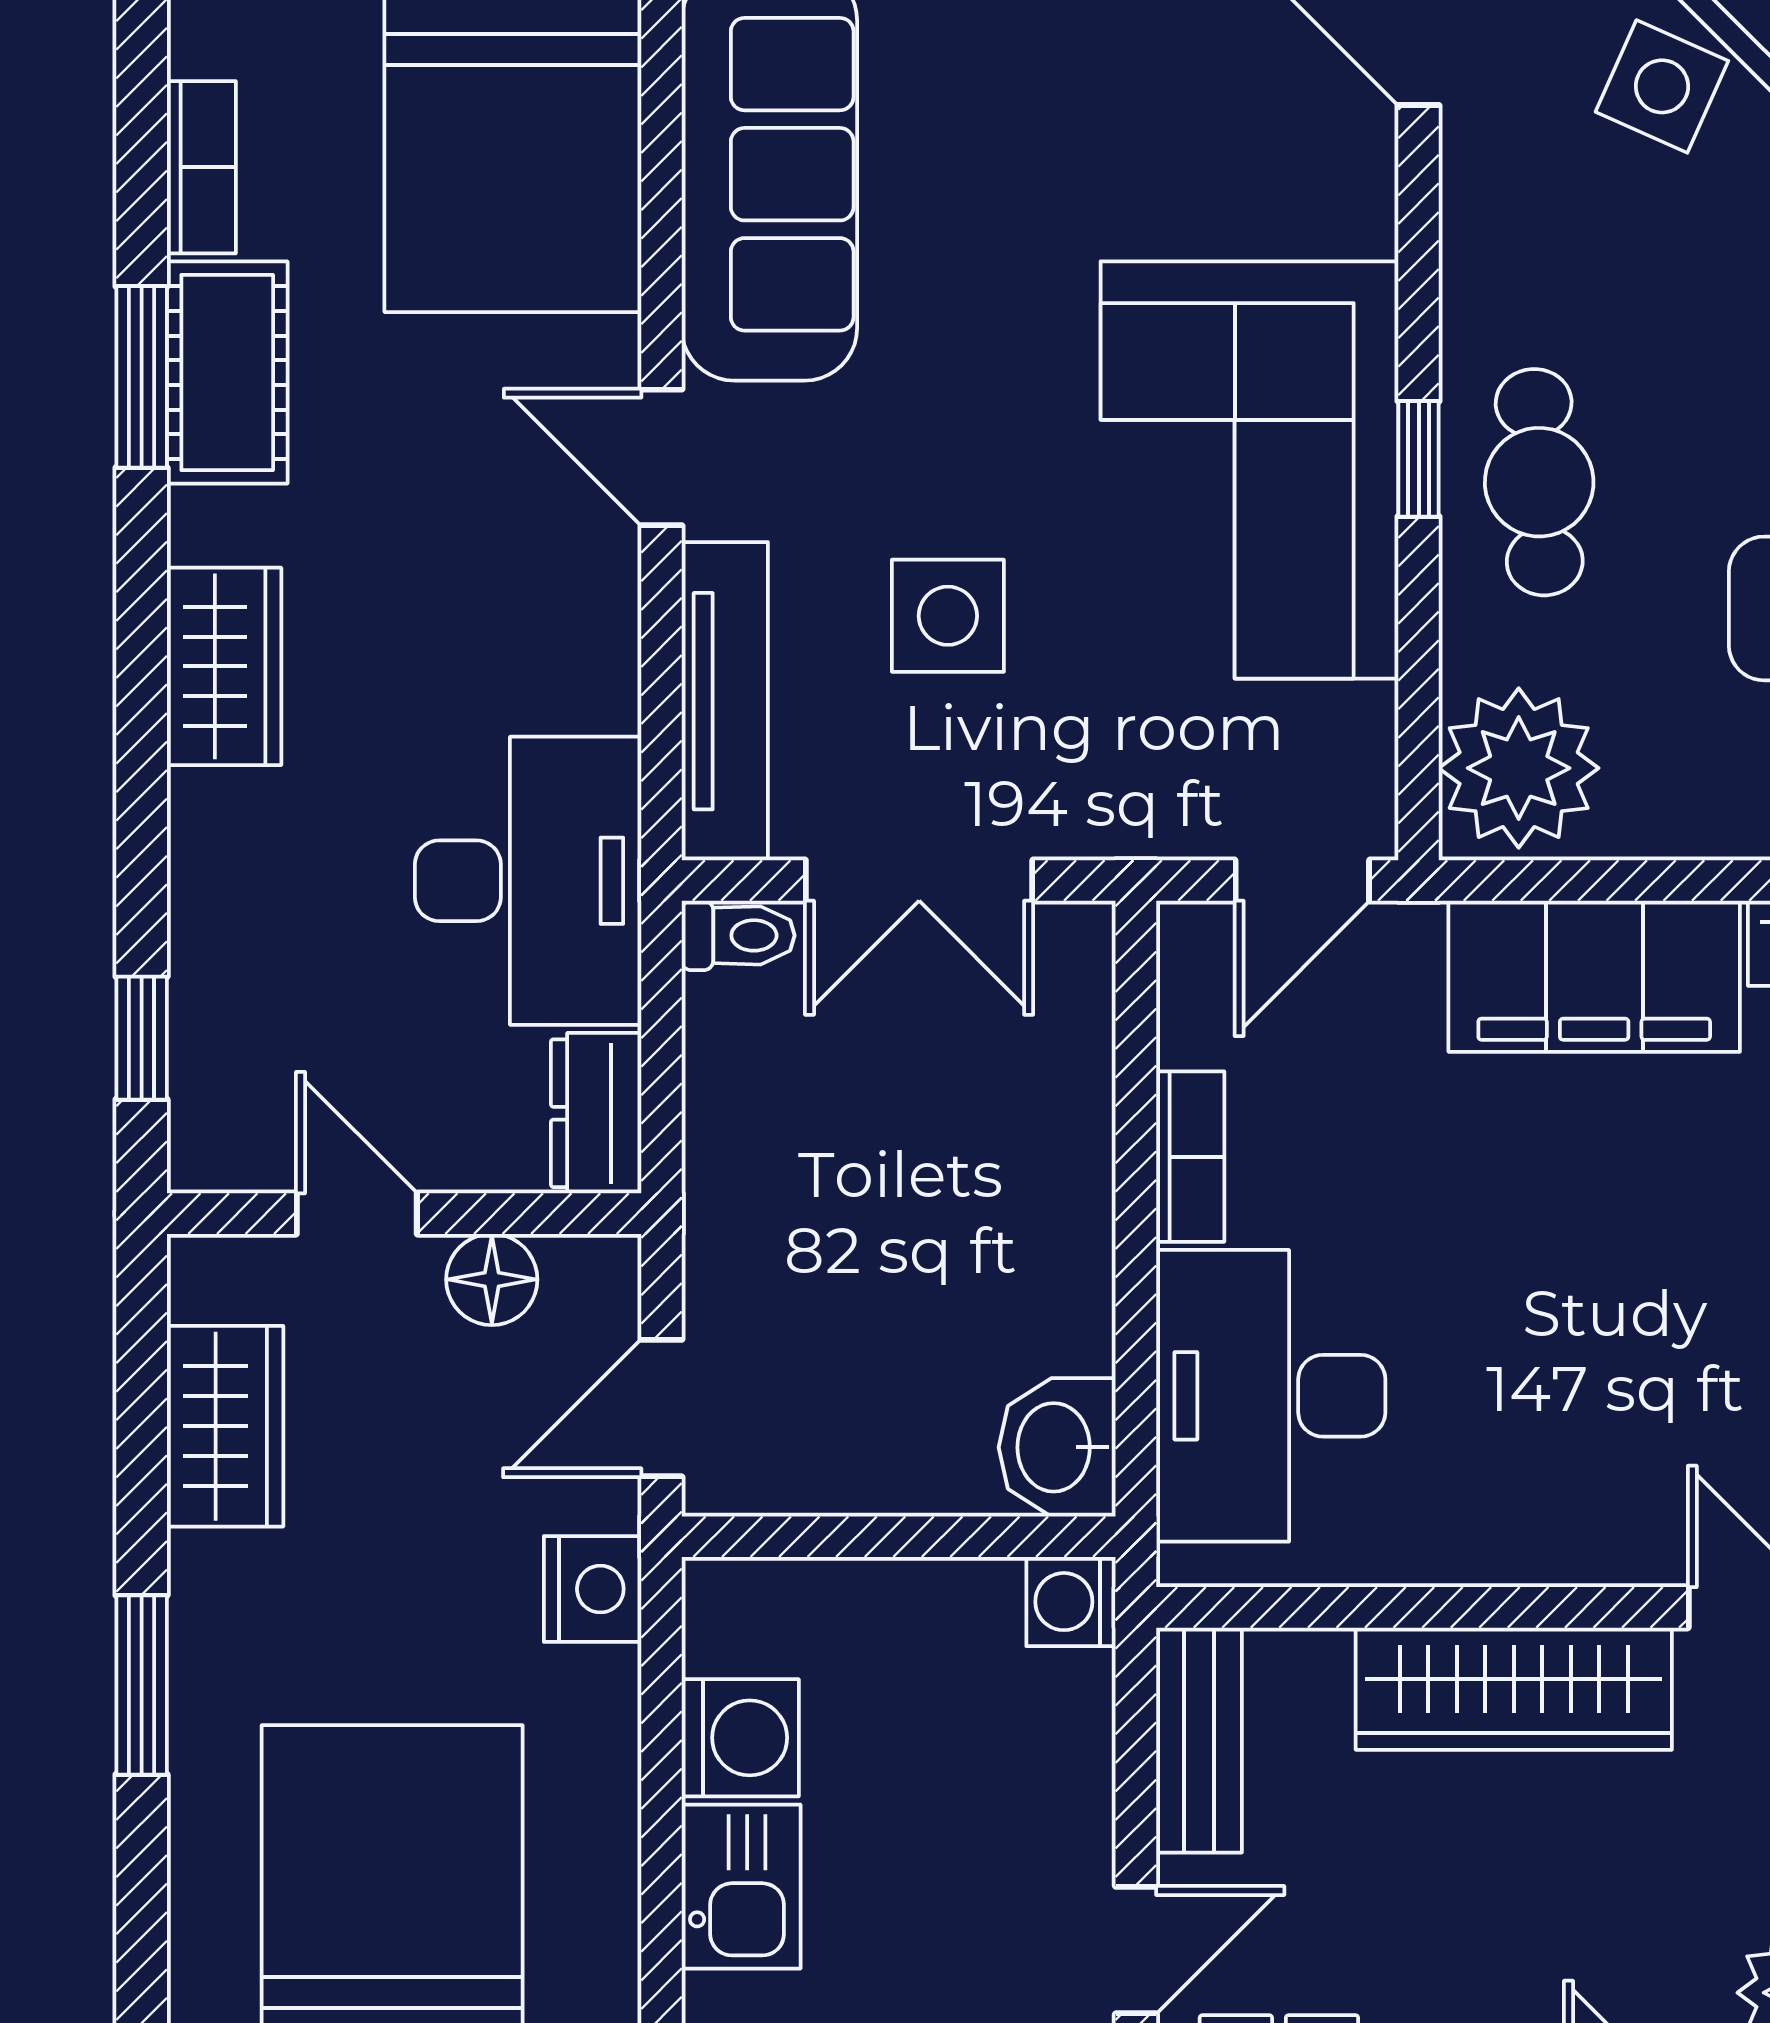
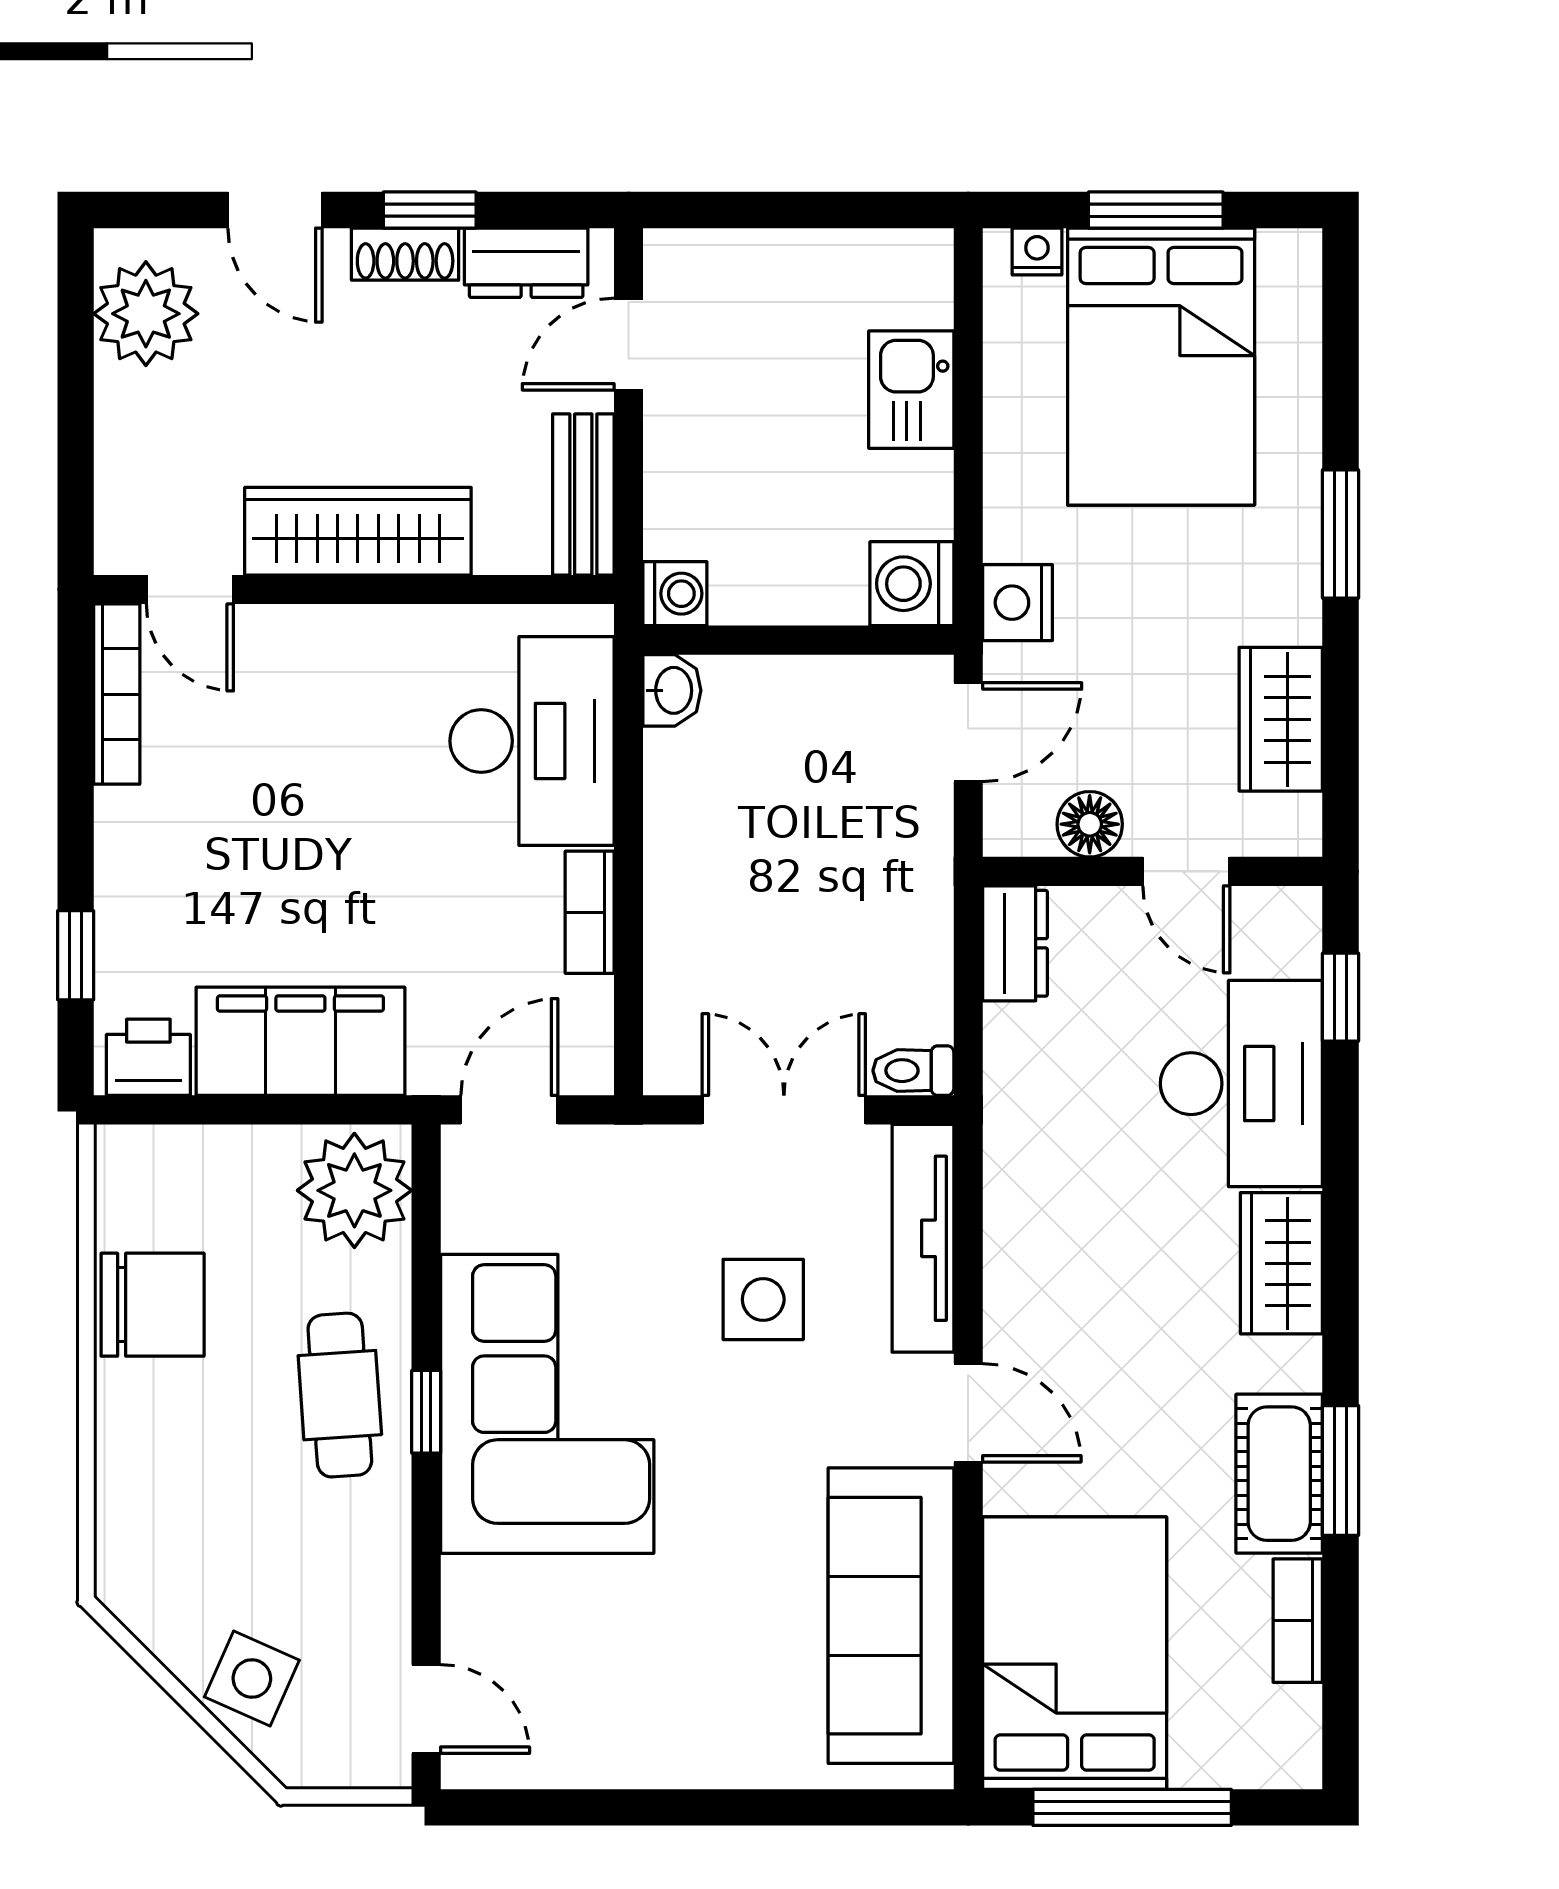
desk: (528, 881) -> (1241, 1084), moved, turned 180
washbasin: (1057, 1447) -> (672, 690), width x0.72, depth x0.69
washing machine: (740, 1738) -> (912, 584), moved

